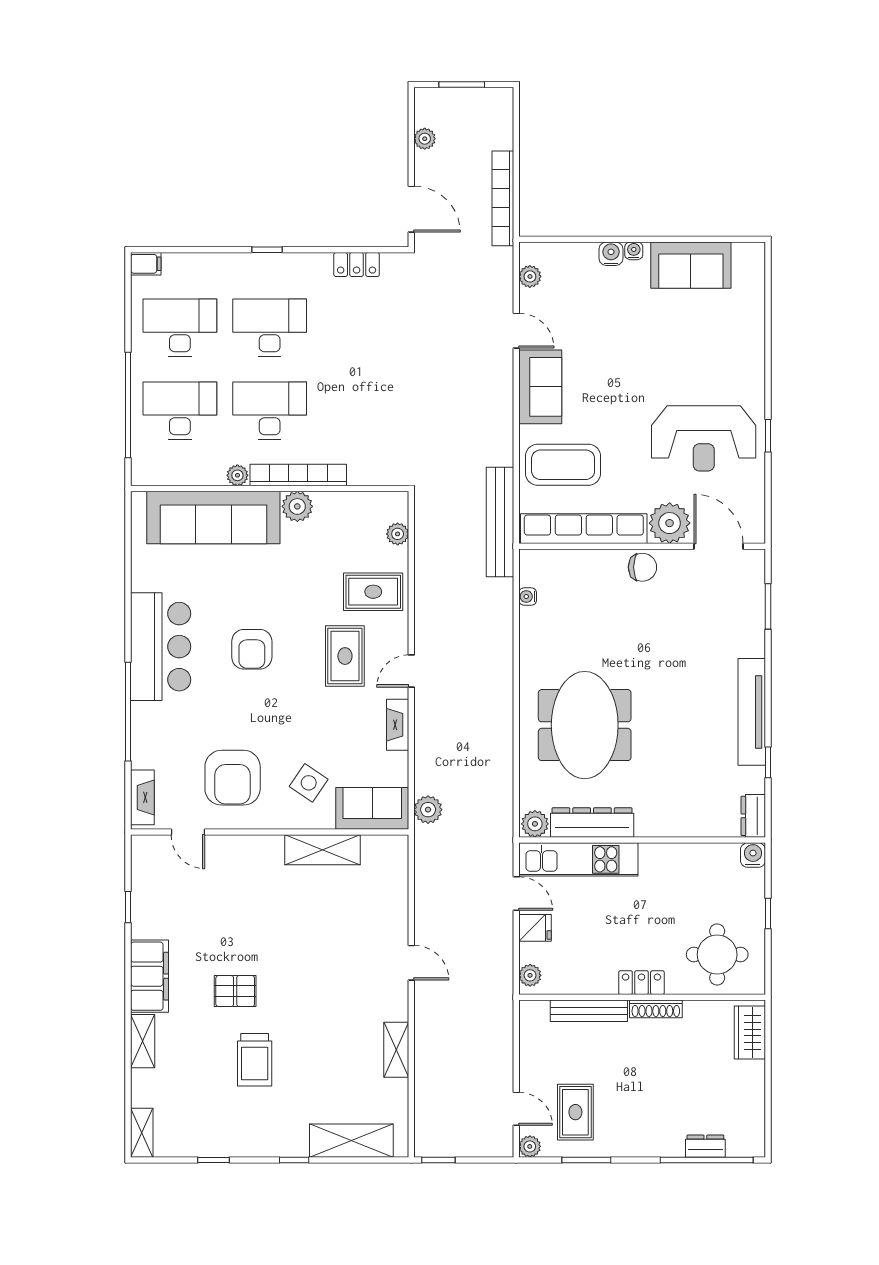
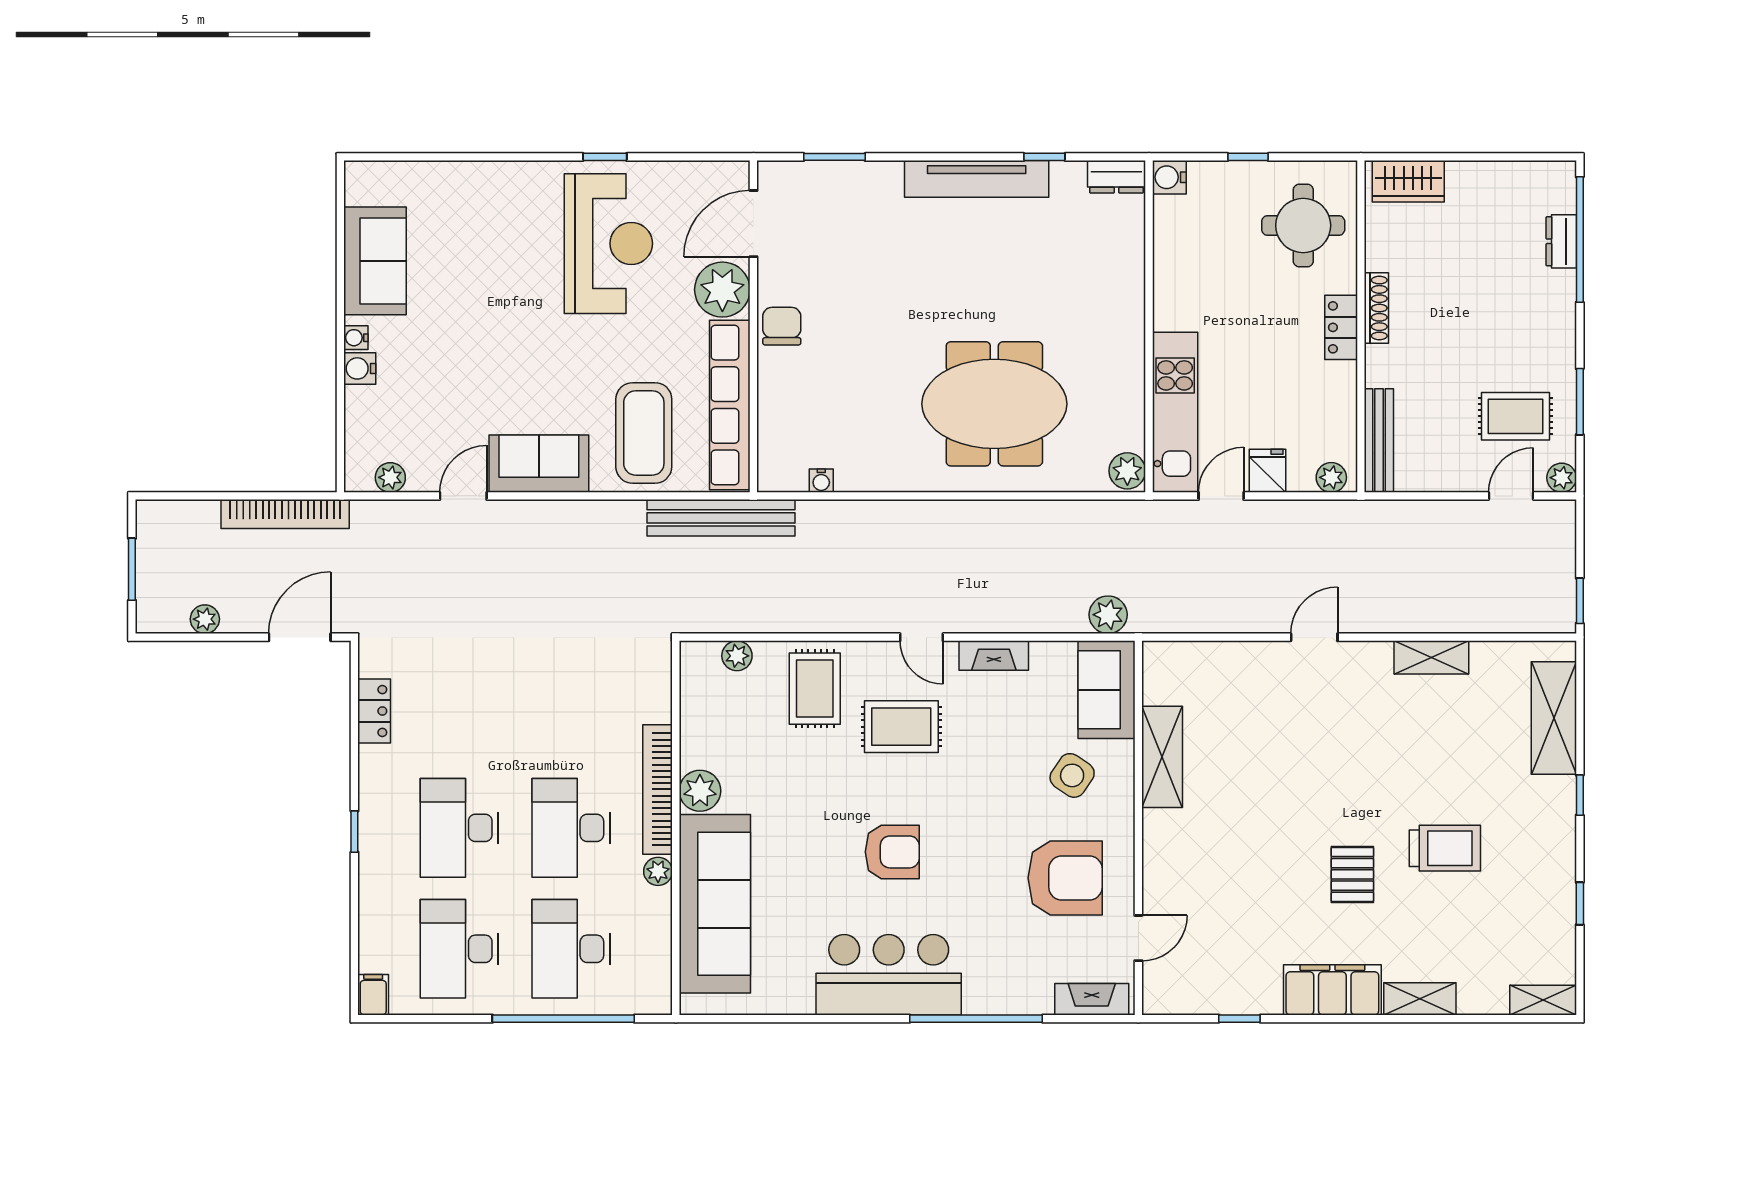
dresser: (592, 823) -> (1126, 394), removed
bench: (589, 1011) -> (1379, 440), moved

